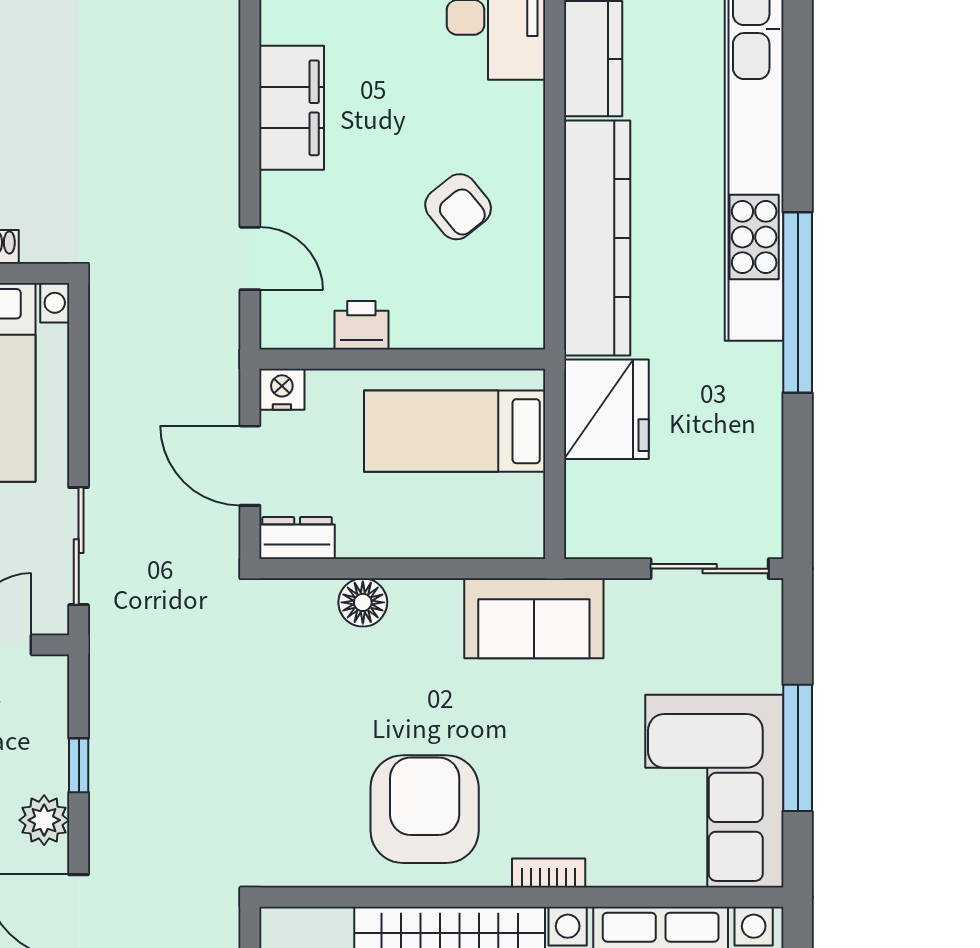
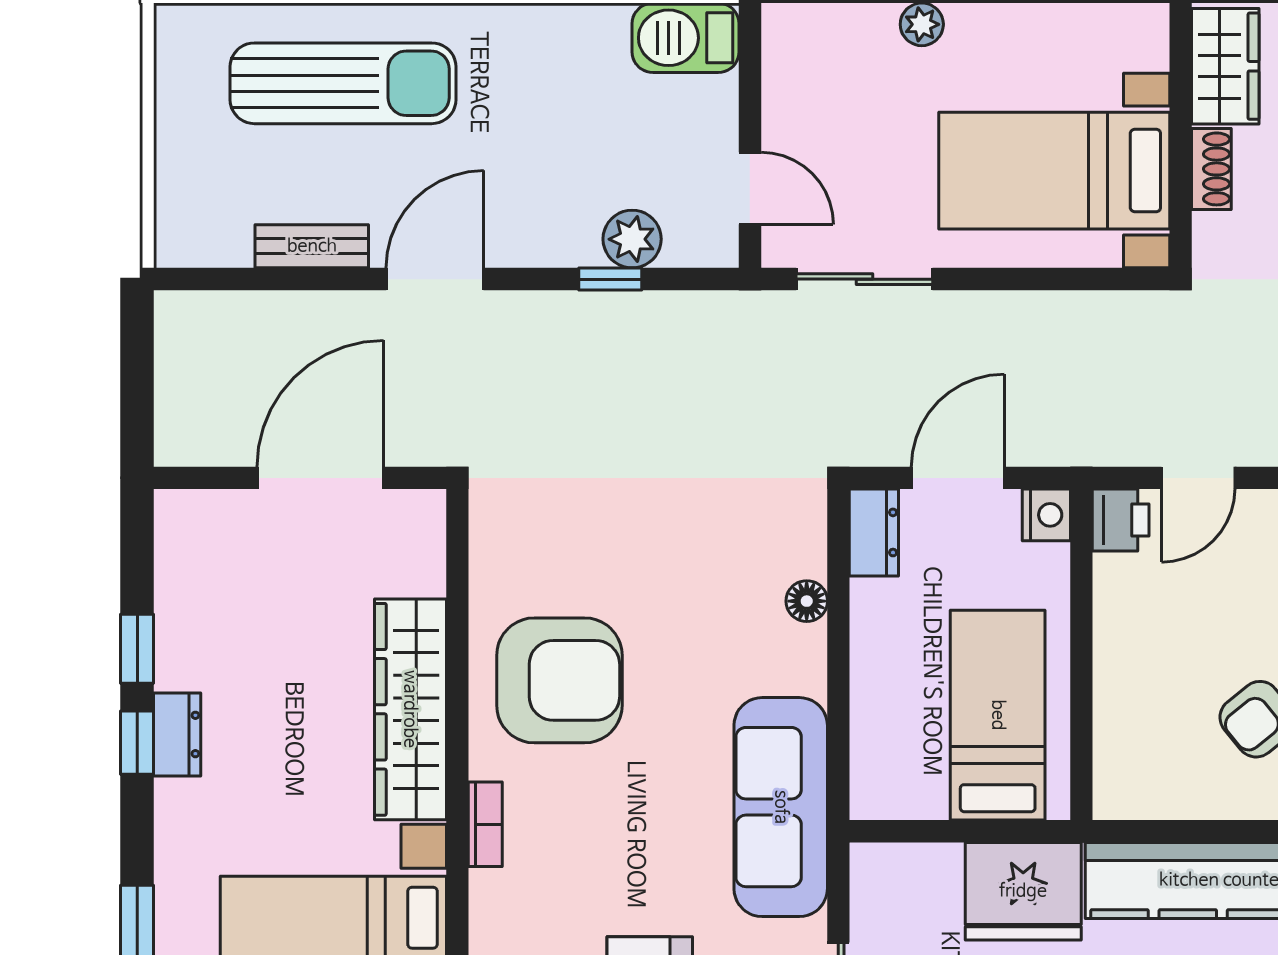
printer: (361, 325) -> (1121, 520), moved
floor lamp: (363, 602) -> (807, 601), width x0.73, depth x0.73
sofa: (534, 618) -> (781, 807), width x1.36
plant: (44, 820) -> (632, 239), moved

